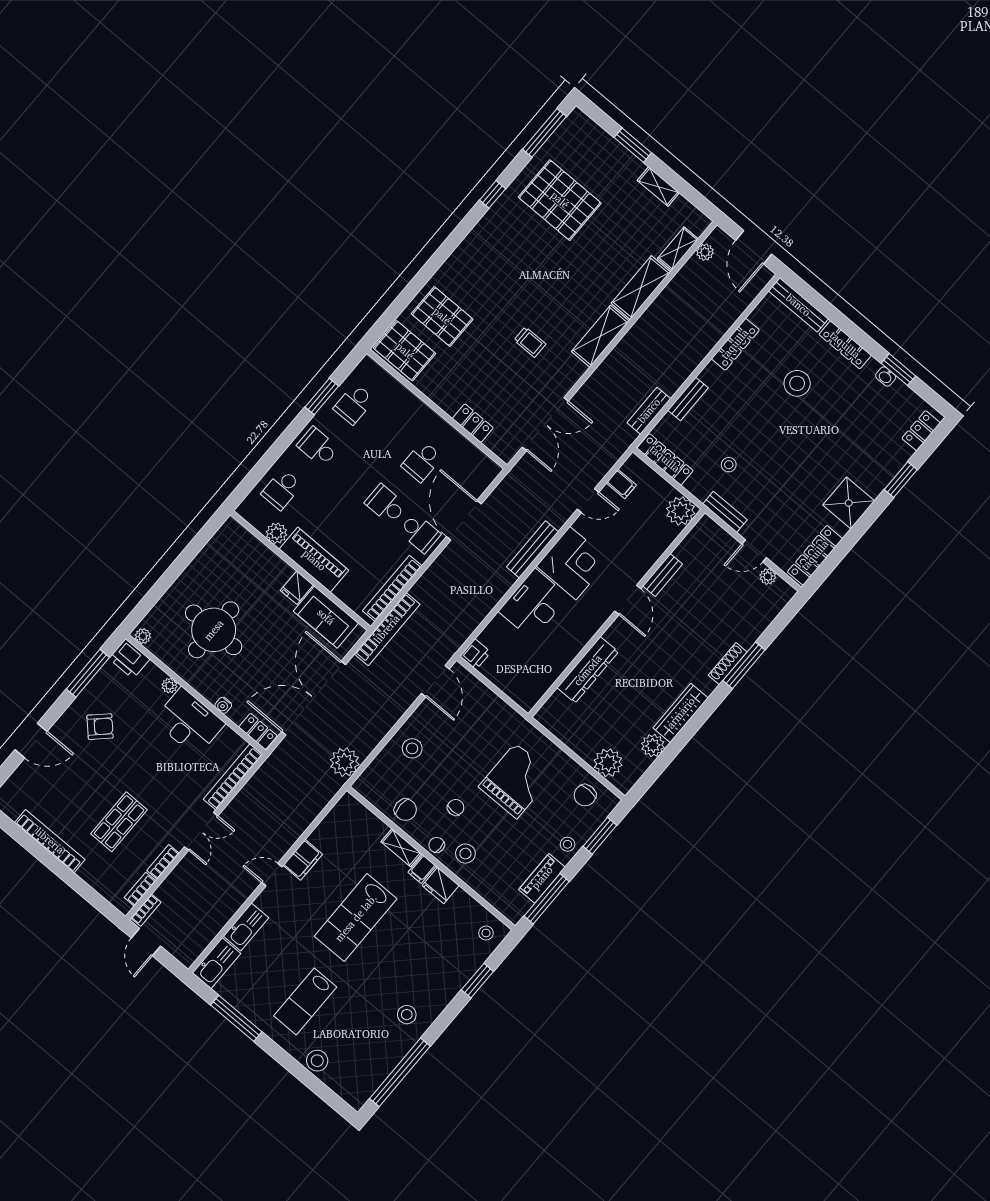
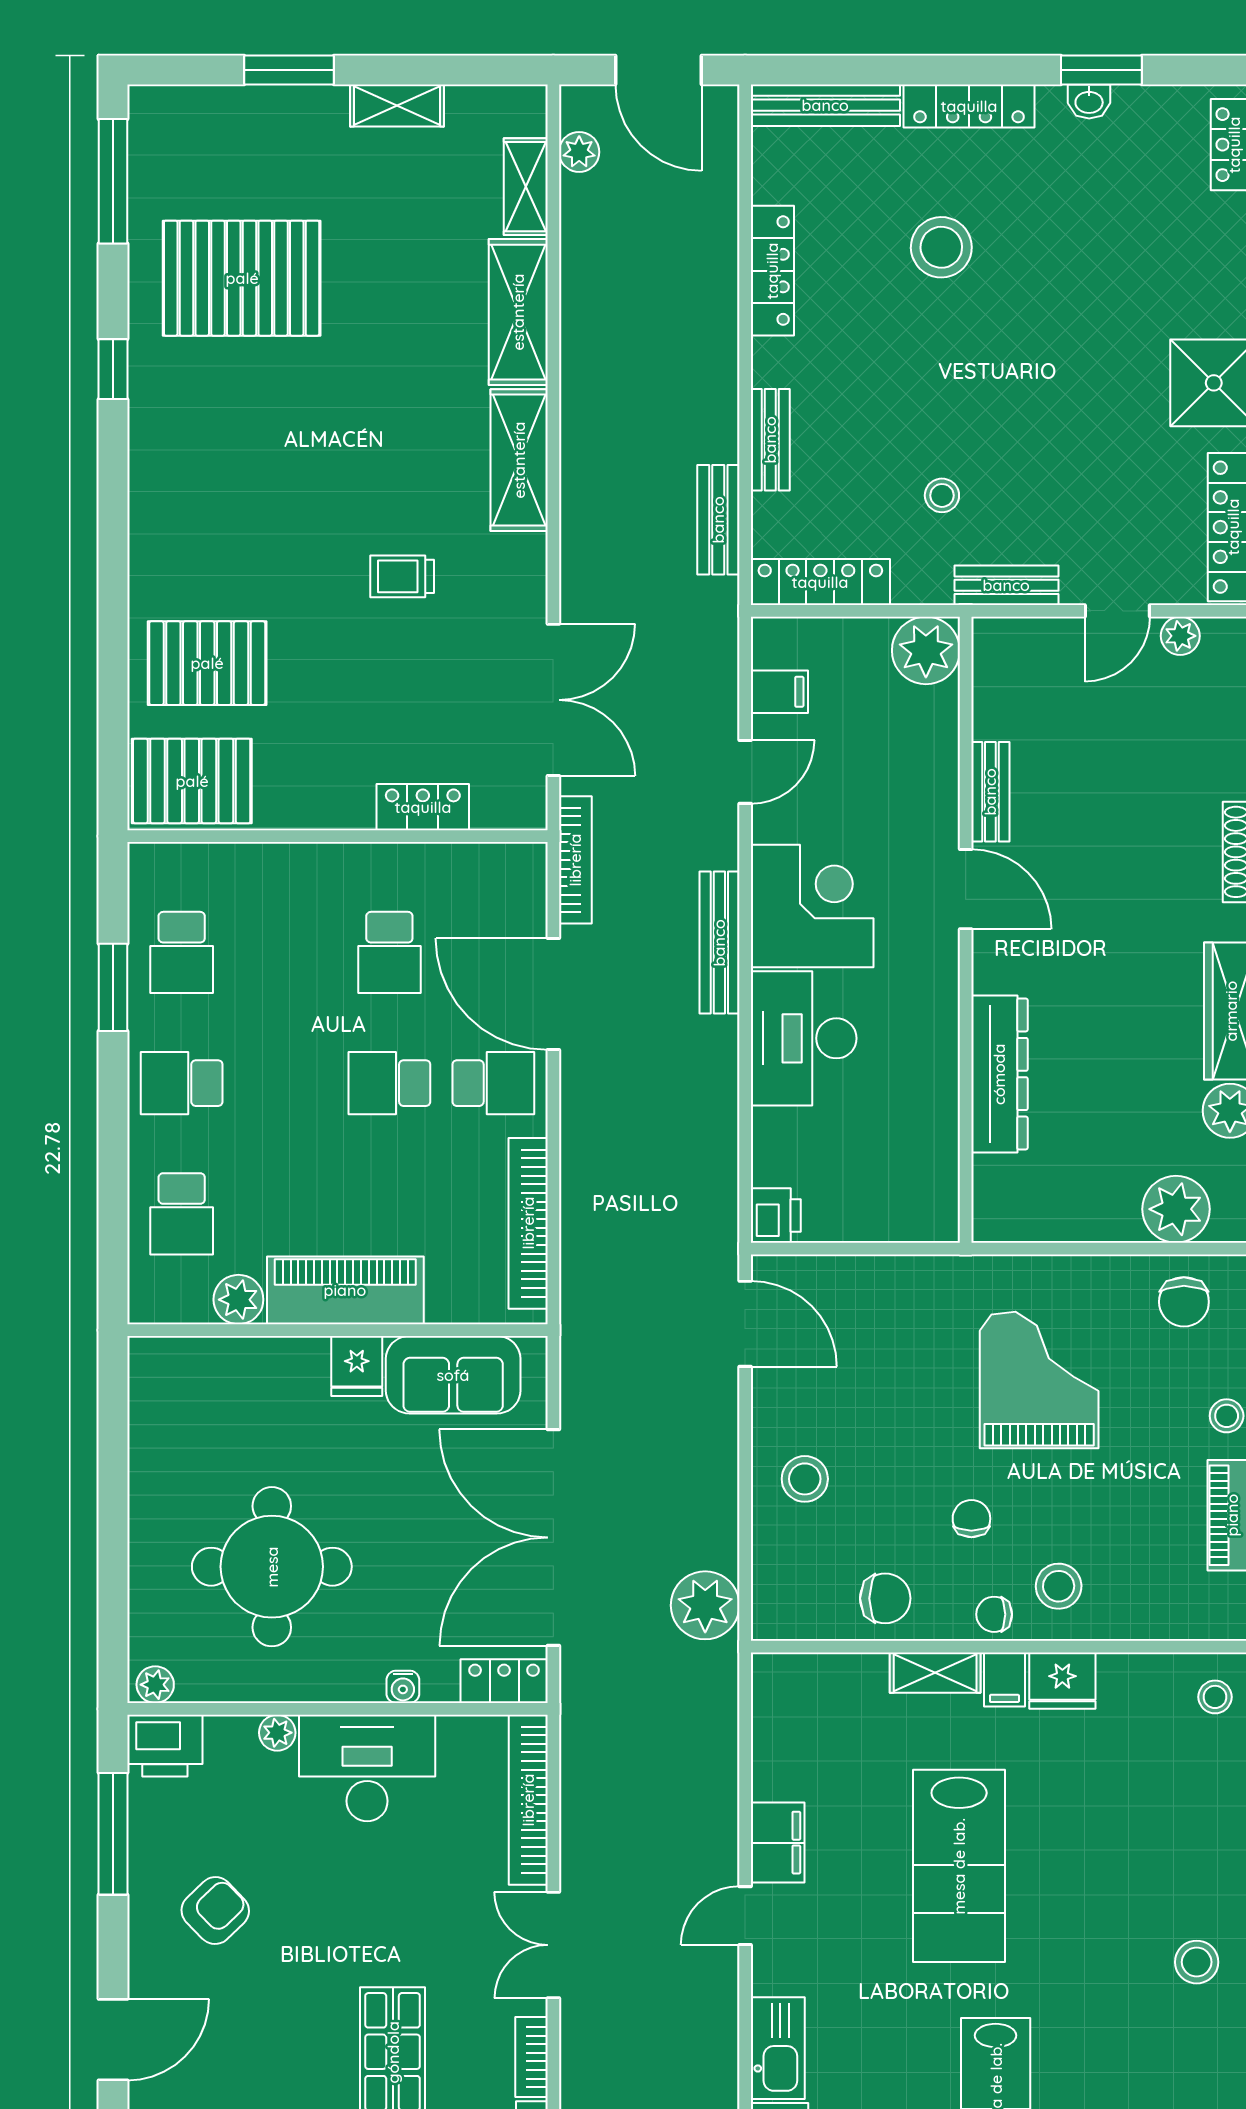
trolley: (530, 342) -> (402, 576), turned 180
bookcase: (387, 629) -> (575, 860), moved, width x0.68, depth x0.76
double door: (201, 831) -> (553, 1945), swing flipped

